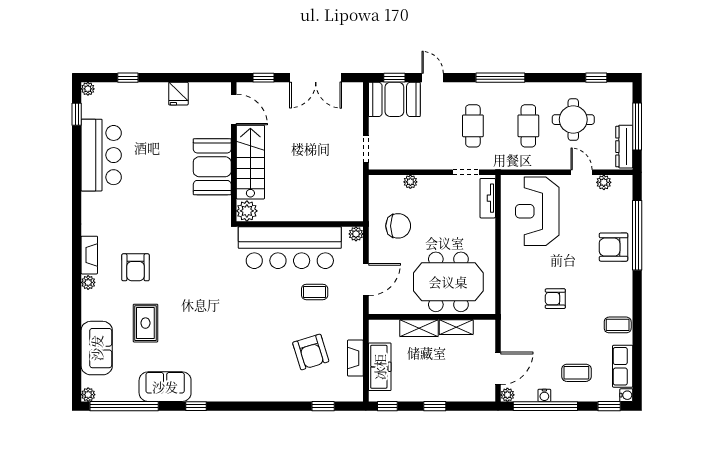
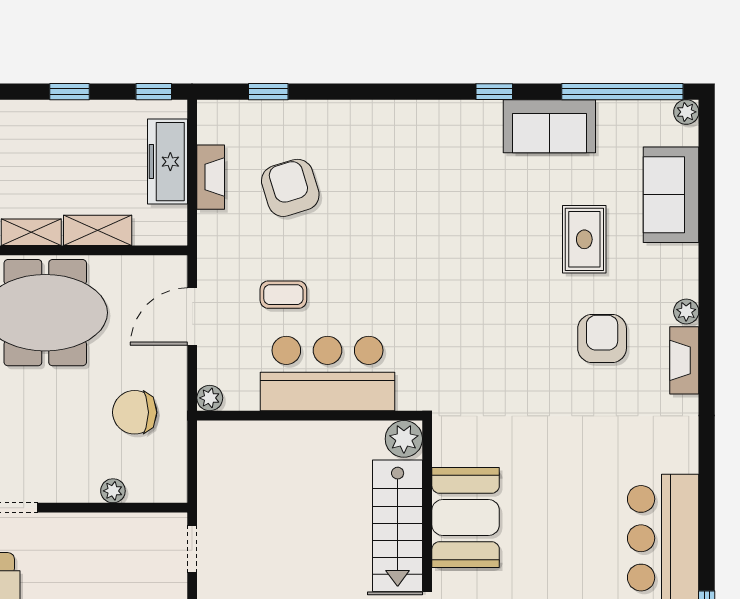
bar counter: (290, 248) -> (327, 374), width x0.73

